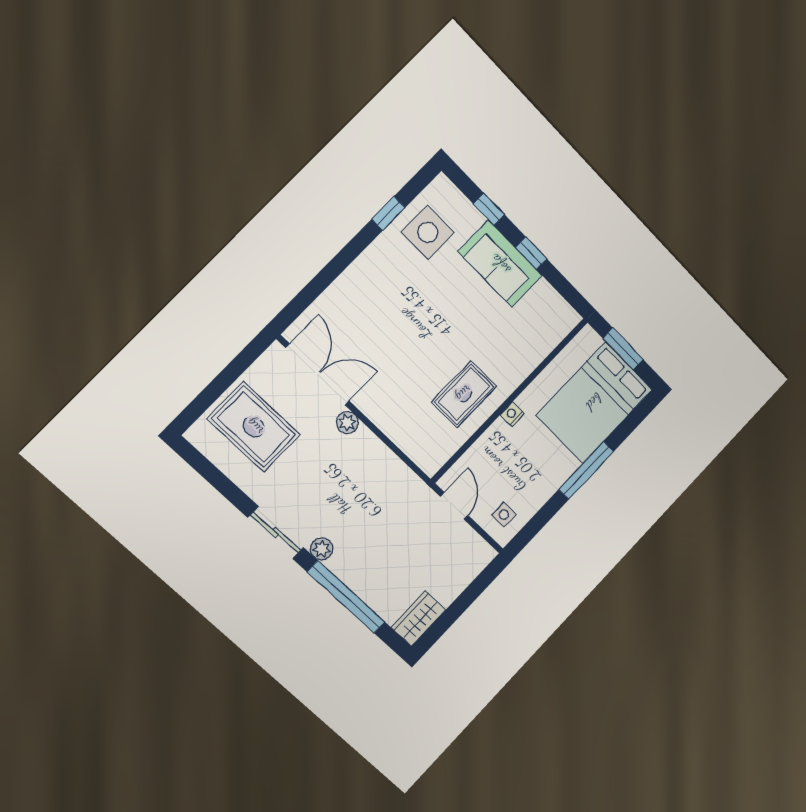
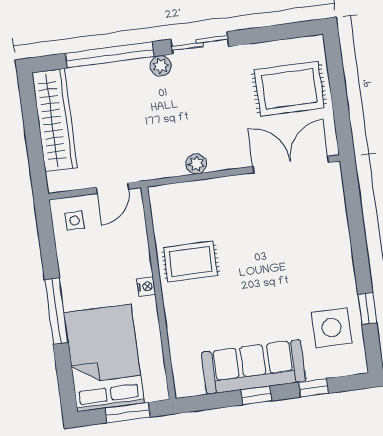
sofa: (500, 264) -> (254, 367), width x1.36
double door: (317, 374) -> (291, 164), swing flipped
rug: (464, 394) -> (191, 261), turned 90
plant: (347, 423) -> (196, 164), moved
door: (454, 506) -> (112, 188), hinge flipped
wardrobe: (418, 619) -> (55, 120), width x2.10, depth x1.17

